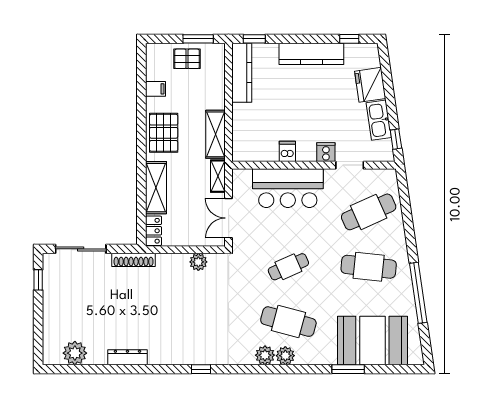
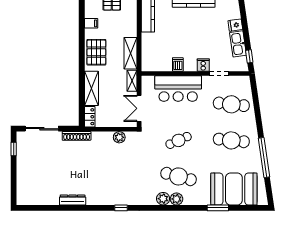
fridge: (370, 85) -> (235, 25), width x0.53, depth x0.75
cafe table: (369, 212) -> (231, 104), turned 30
plant: (75, 353) -> (38, 197), removed

